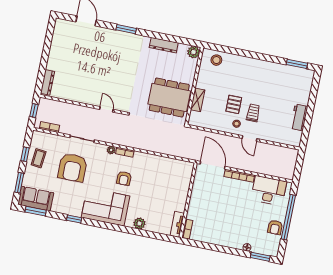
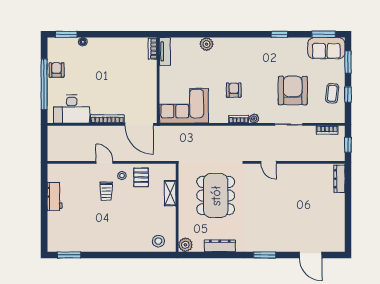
dining table: (169, 97) -> (216, 196), moved, turned 90
pallet: (234, 104) -> (141, 177), moved
corner sofa: (106, 207) -> (184, 106), moved, turned 180

